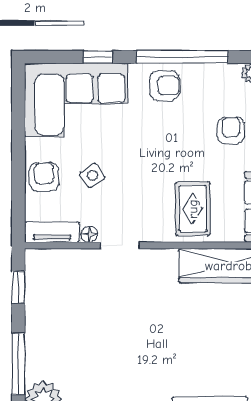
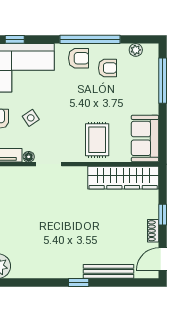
window: (98, 57) -> (15, 39), moved
armchair: (231, 131) -> (107, 68), moved, turned 90

